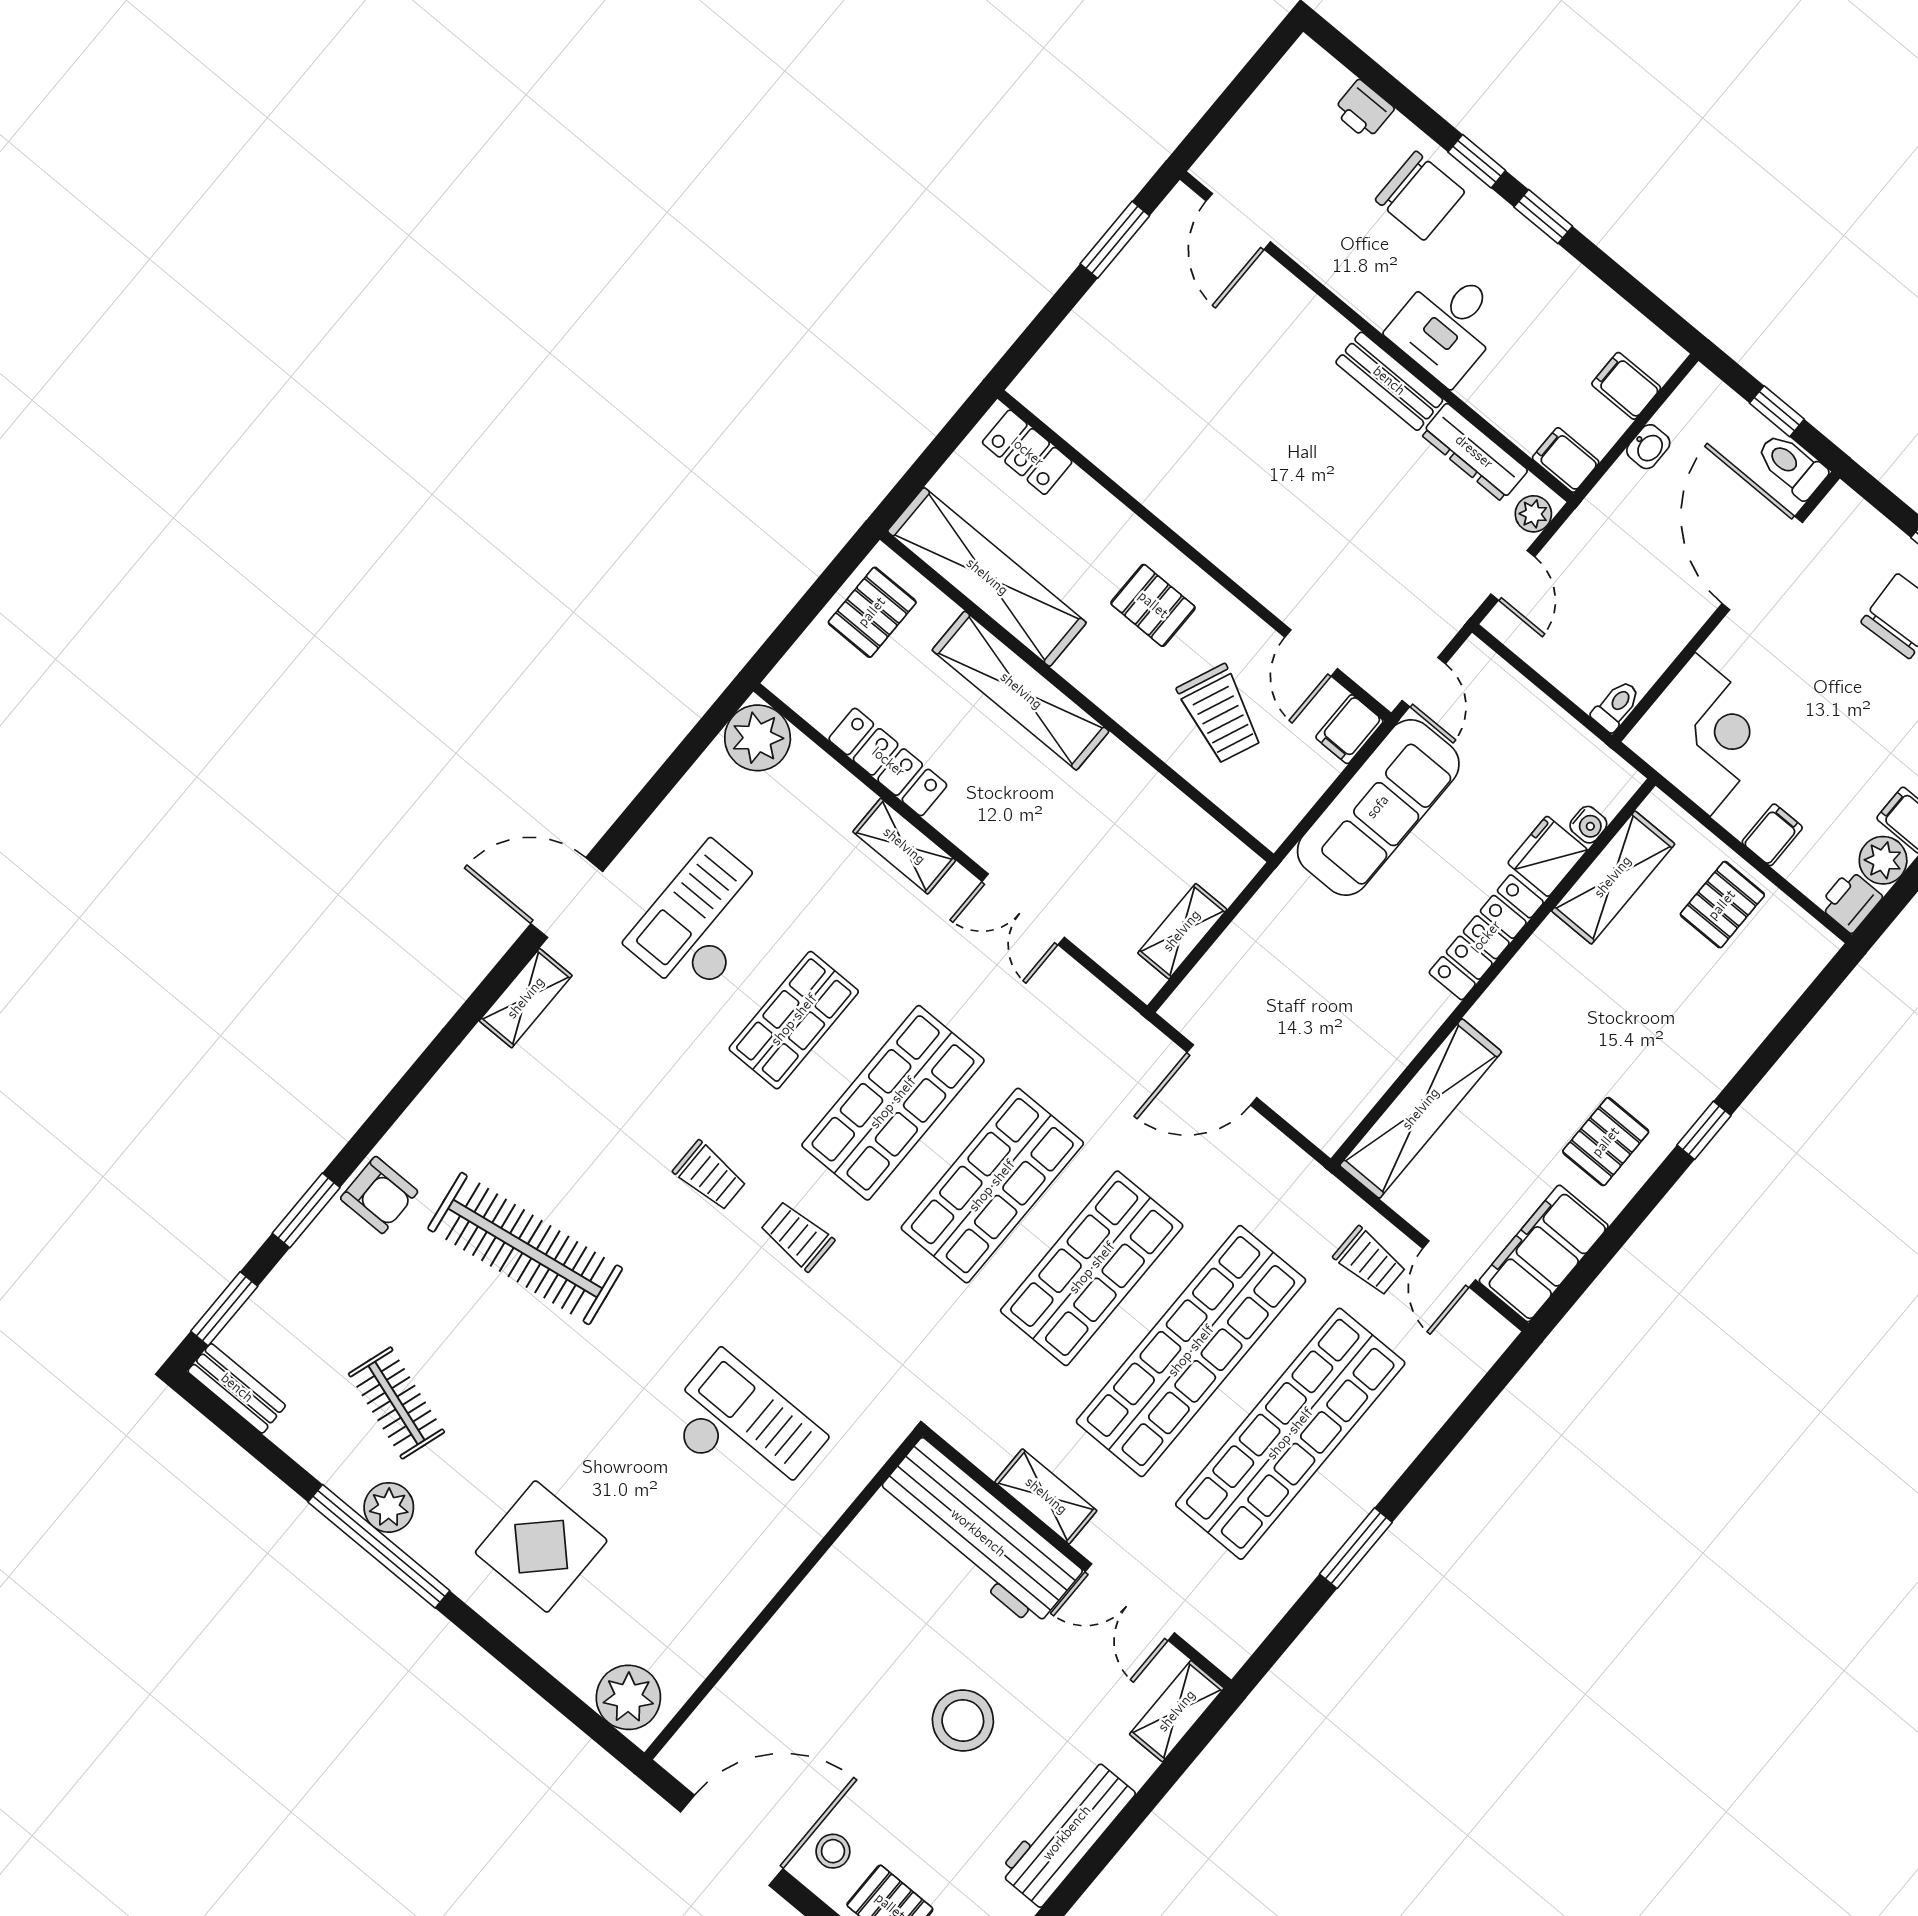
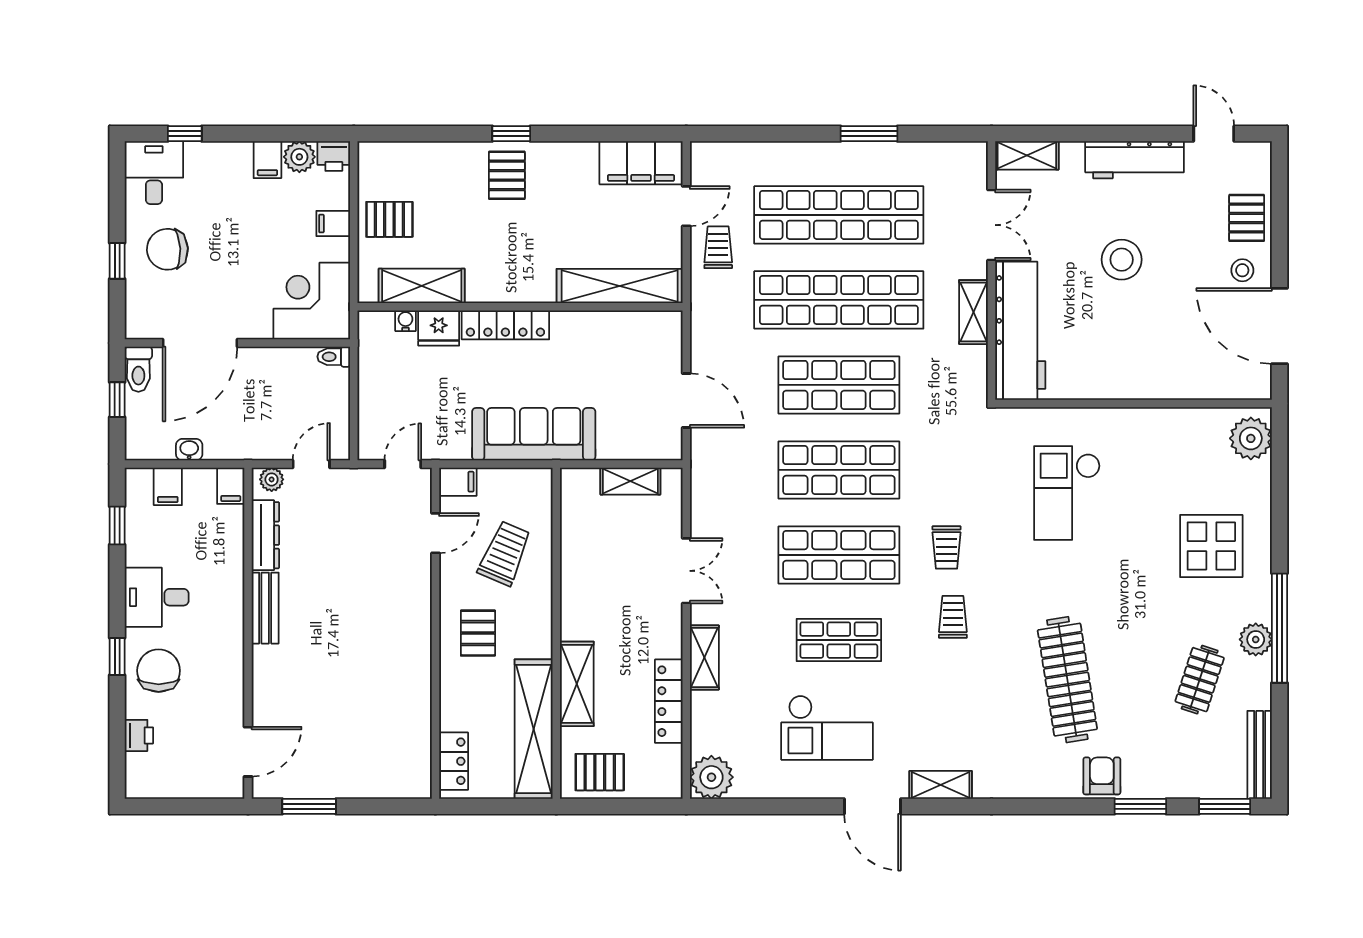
window: (1543, 217) -> (117, 525), moved
desk: (1447, 325) -> (157, 597), moved, turned 180
shelving: (1021, 691) -> (577, 684), width x0.68
sofa: (1378, 807) -> (534, 434), moved
pallet: (1606, 1142) -> (507, 175), moved, turned 90
bench: (237, 1388) -> (1260, 755), width x1.36

